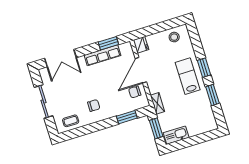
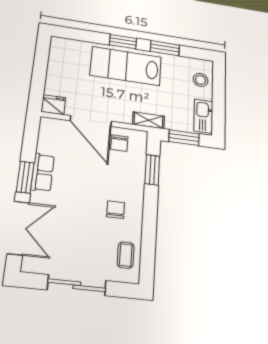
stool: (174, 37) -> (200, 80), moved
window: (108, 43) -> (25, 177), moved
row of seats: (103, 55) -> (43, 172), width x0.68
lab bench: (188, 76) -> (126, 66), width x1.36, depth x1.39

